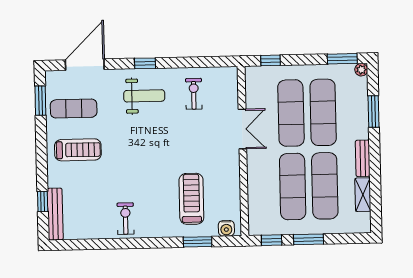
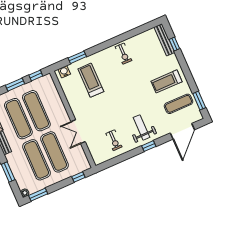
weight bench: (144, 96) -> (142, 127), turned 90
treadmill: (191, 199) -> (91, 80), turned 180

